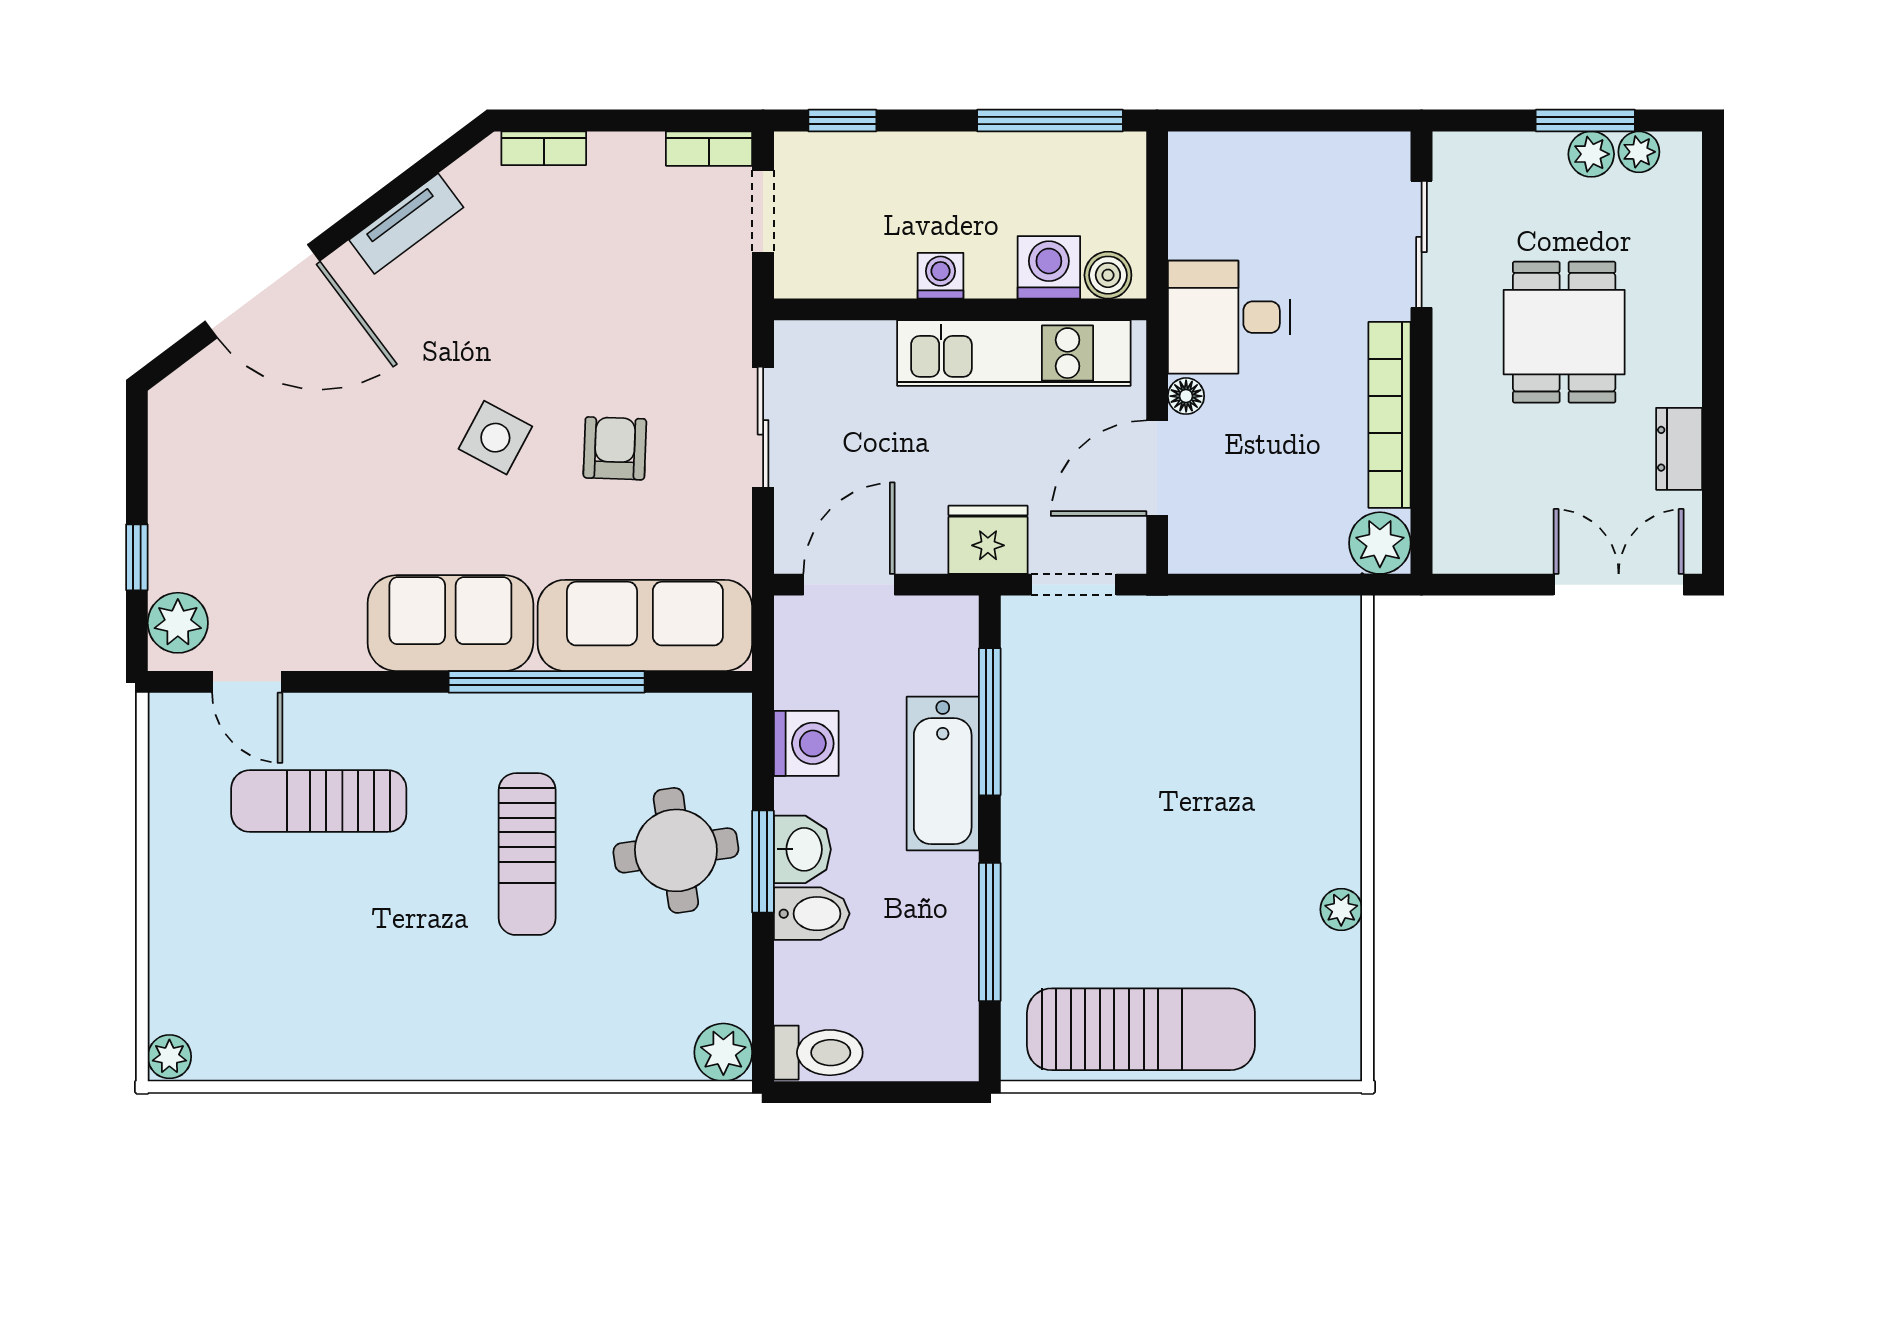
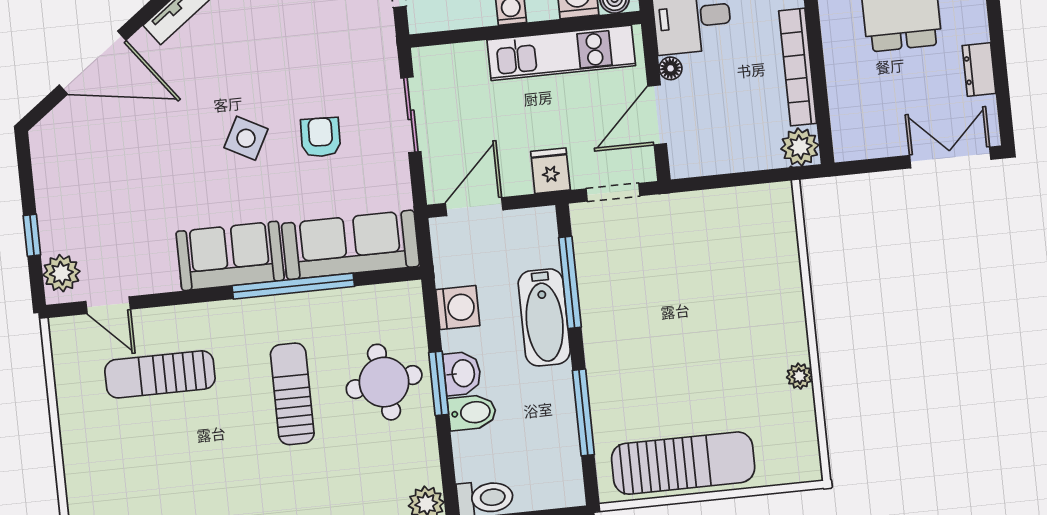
fridge: (988, 540) -> (550, 171), width x0.72
sun lounger: (527, 854) -> (292, 394), turned 180

